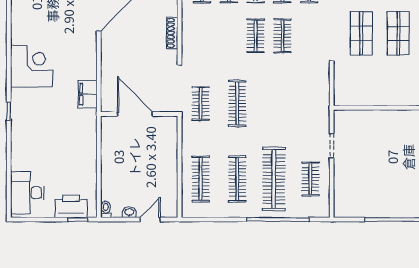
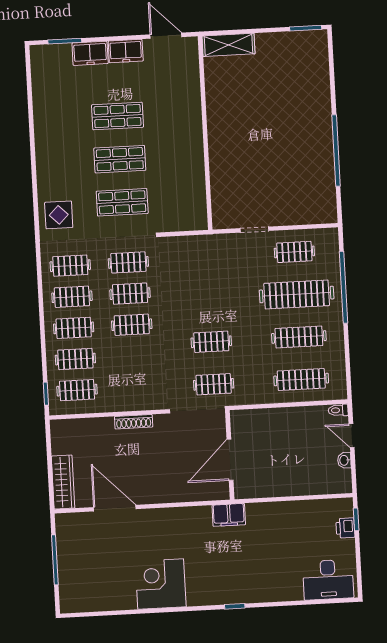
clothes rail: (309, 36) -> (128, 262), added
corner desk: (31, 66) -> (161, 584), moved
filing cabinet: (88, 94) -> (229, 515), moved
clothes rail: (237, 103) -> (211, 342), width x0.73
printer: (71, 206) -> (345, 528), width x0.53, depth x0.68
toilet: (106, 209) -> (338, 410), moved

